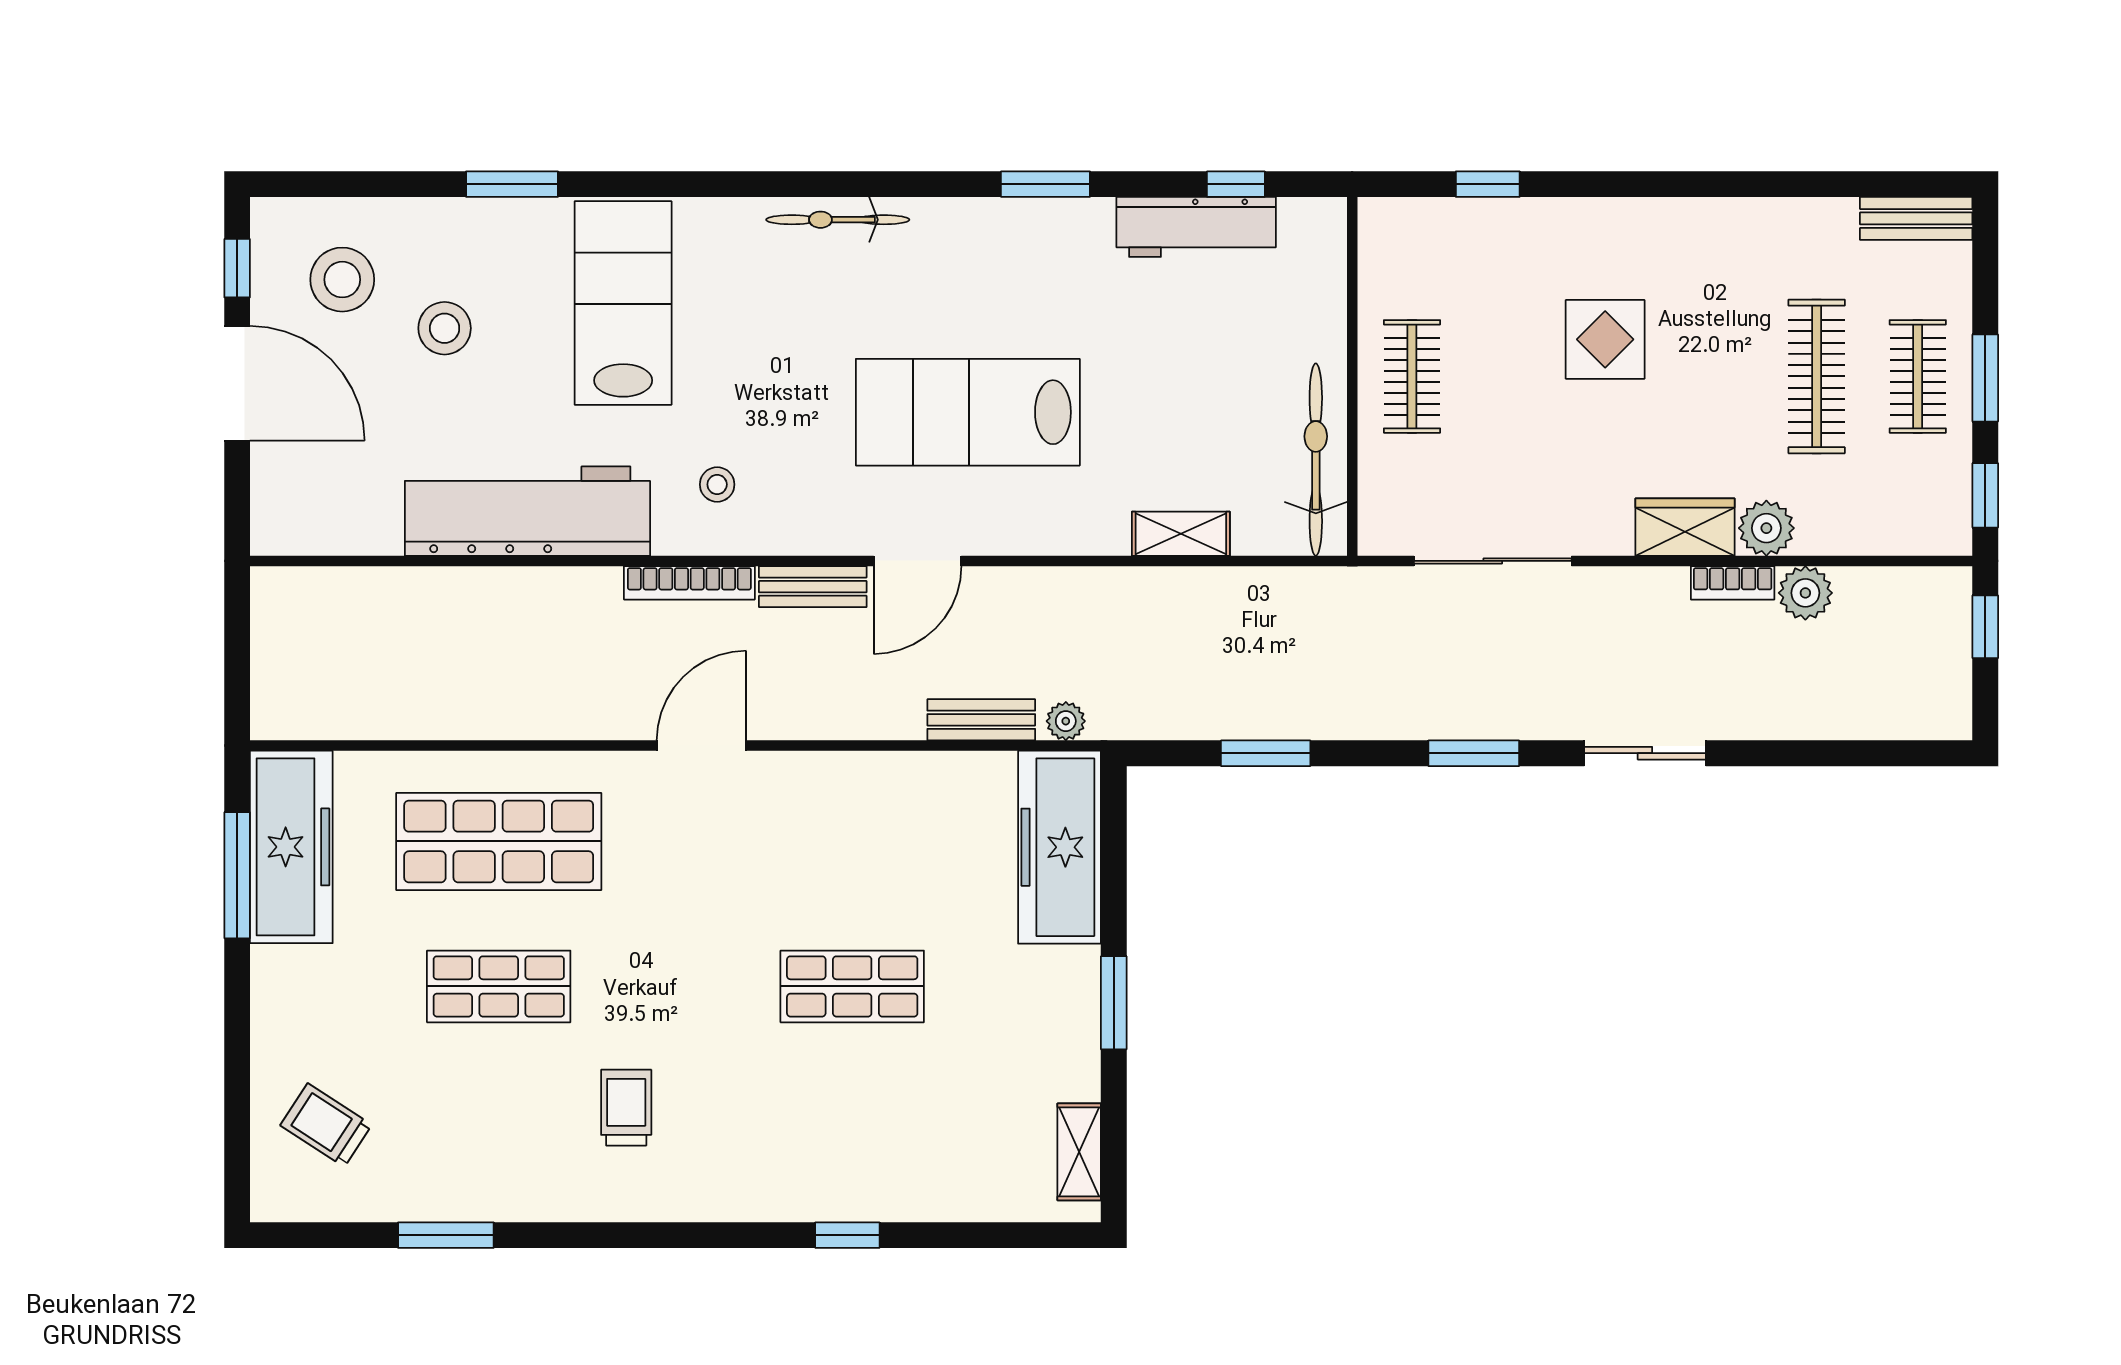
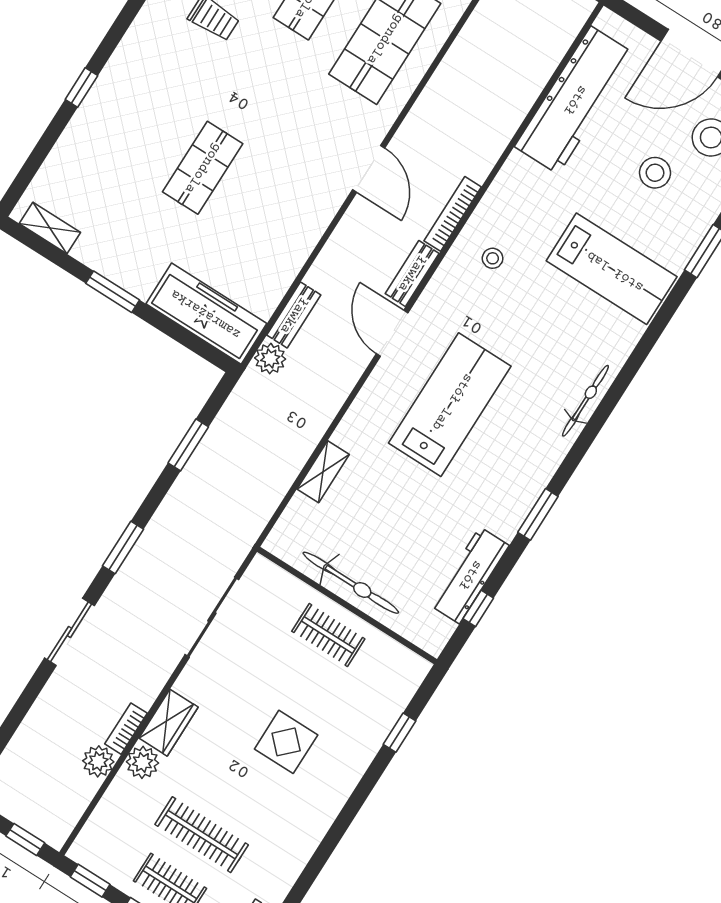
bicycle: (1316, 460) -> (351, 583), moved
workbench: (527, 511) -> (575, 100), moved
plant: (1066, 721) -> (270, 359), width x1.38, depth x1.38

